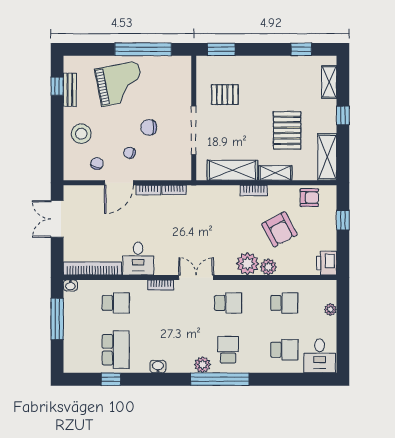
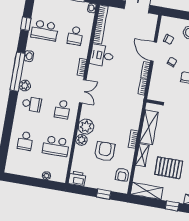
armchair: (279, 229) -> (105, 151), turned 118
school desk: (284, 303) -> (56, 146), width x1.85
desk: (320, 356) -> (17, 163), removed
window: (220, 379) -> (17, 72), moved

